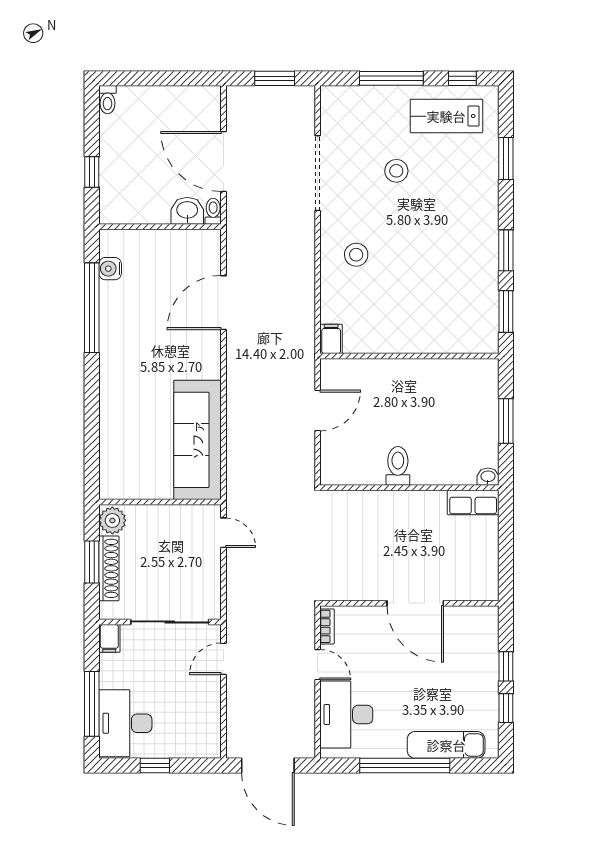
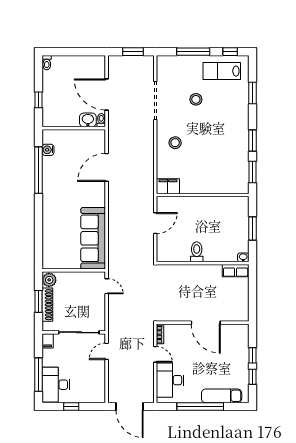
filing cabinet: (331, 339) -> (168, 186), width x2.00

